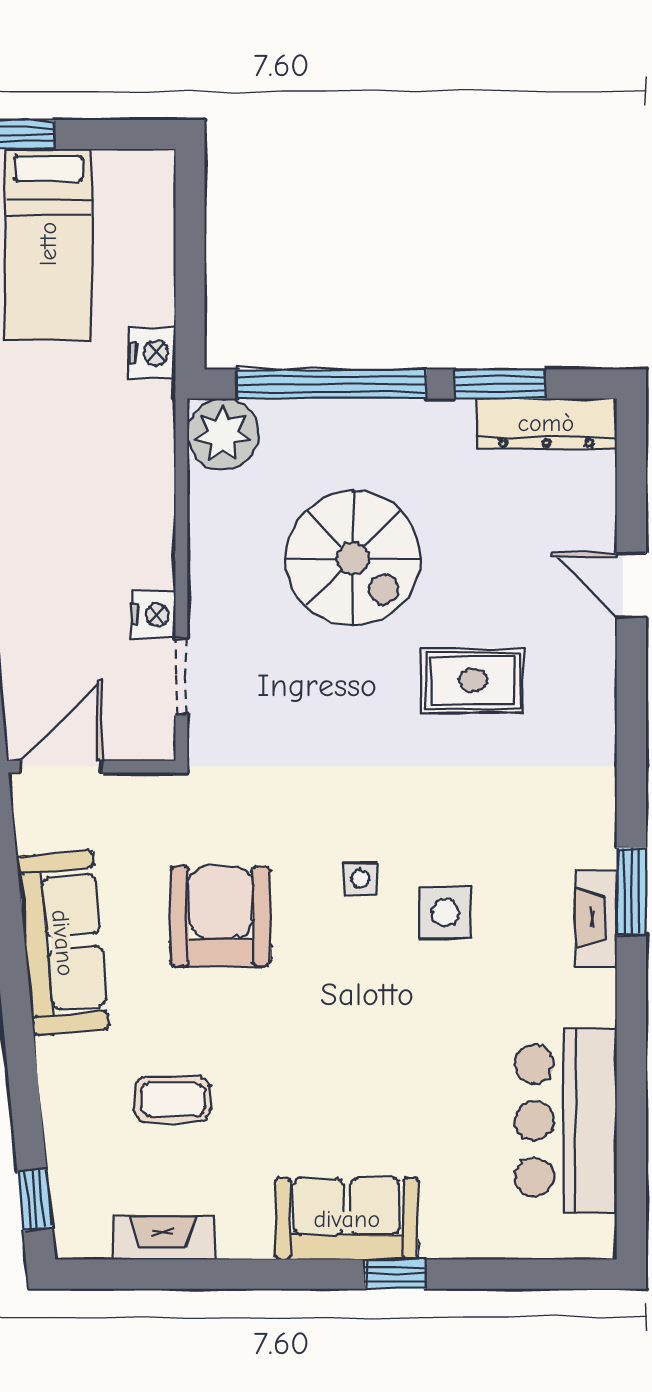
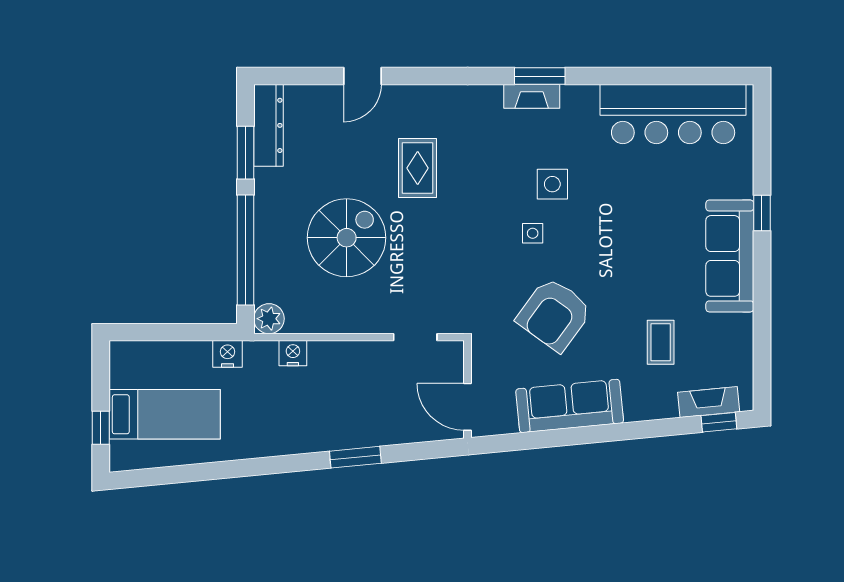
plant: (223, 434) -> (269, 319), width x0.73, depth x0.73
nightstand: (154, 615) -> (293, 353), moved
armchair: (221, 916) -> (554, 314), turned -54
fireplace: (596, 918) -> (532, 96), moved
bar counter: (566, 1121) -> (673, 114), width x1.36
sofa: (347, 1219) -> (730, 256), width x1.36
fireplace: (163, 1238) -> (709, 402), moved, turned 84

